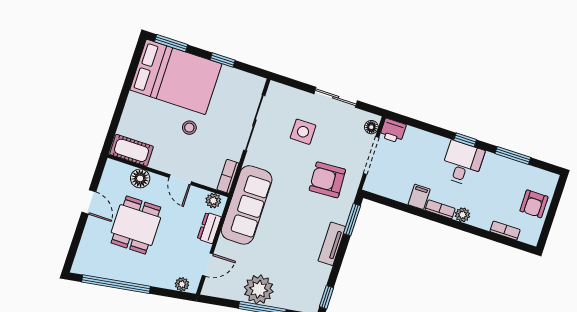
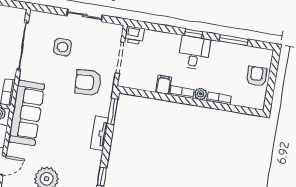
floor lamp: (371, 127) -> (117, 35), removed
armchair: (534, 204) -> (256, 76), turned 180
bookcase: (505, 231) -> (219, 98), moved

